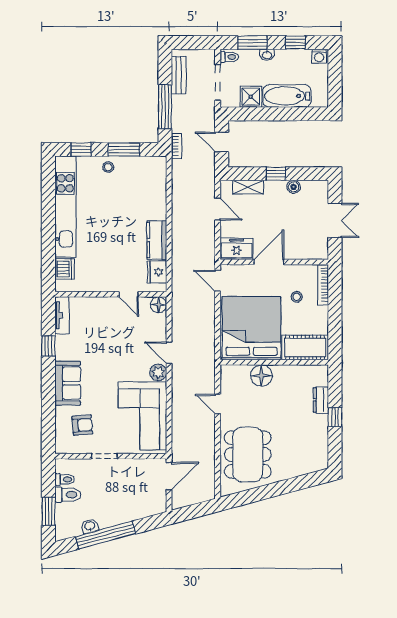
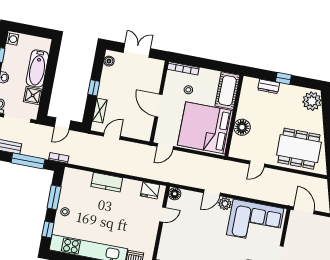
boiler: (294, 187) -> (109, 61), moved
kitchen counter: (157, 240) -> (107, 182), moved
freezer: (236, 249) -> (144, 128), removed
plant: (312, 460) -> (312, 101), added

